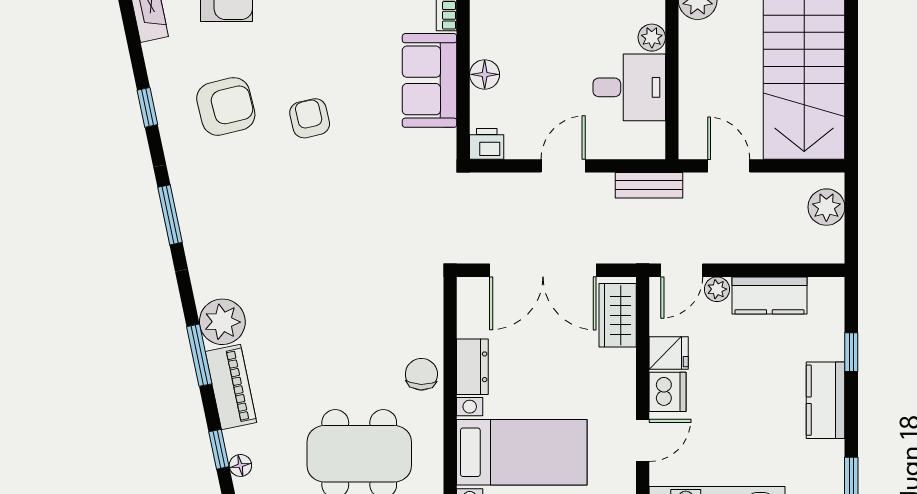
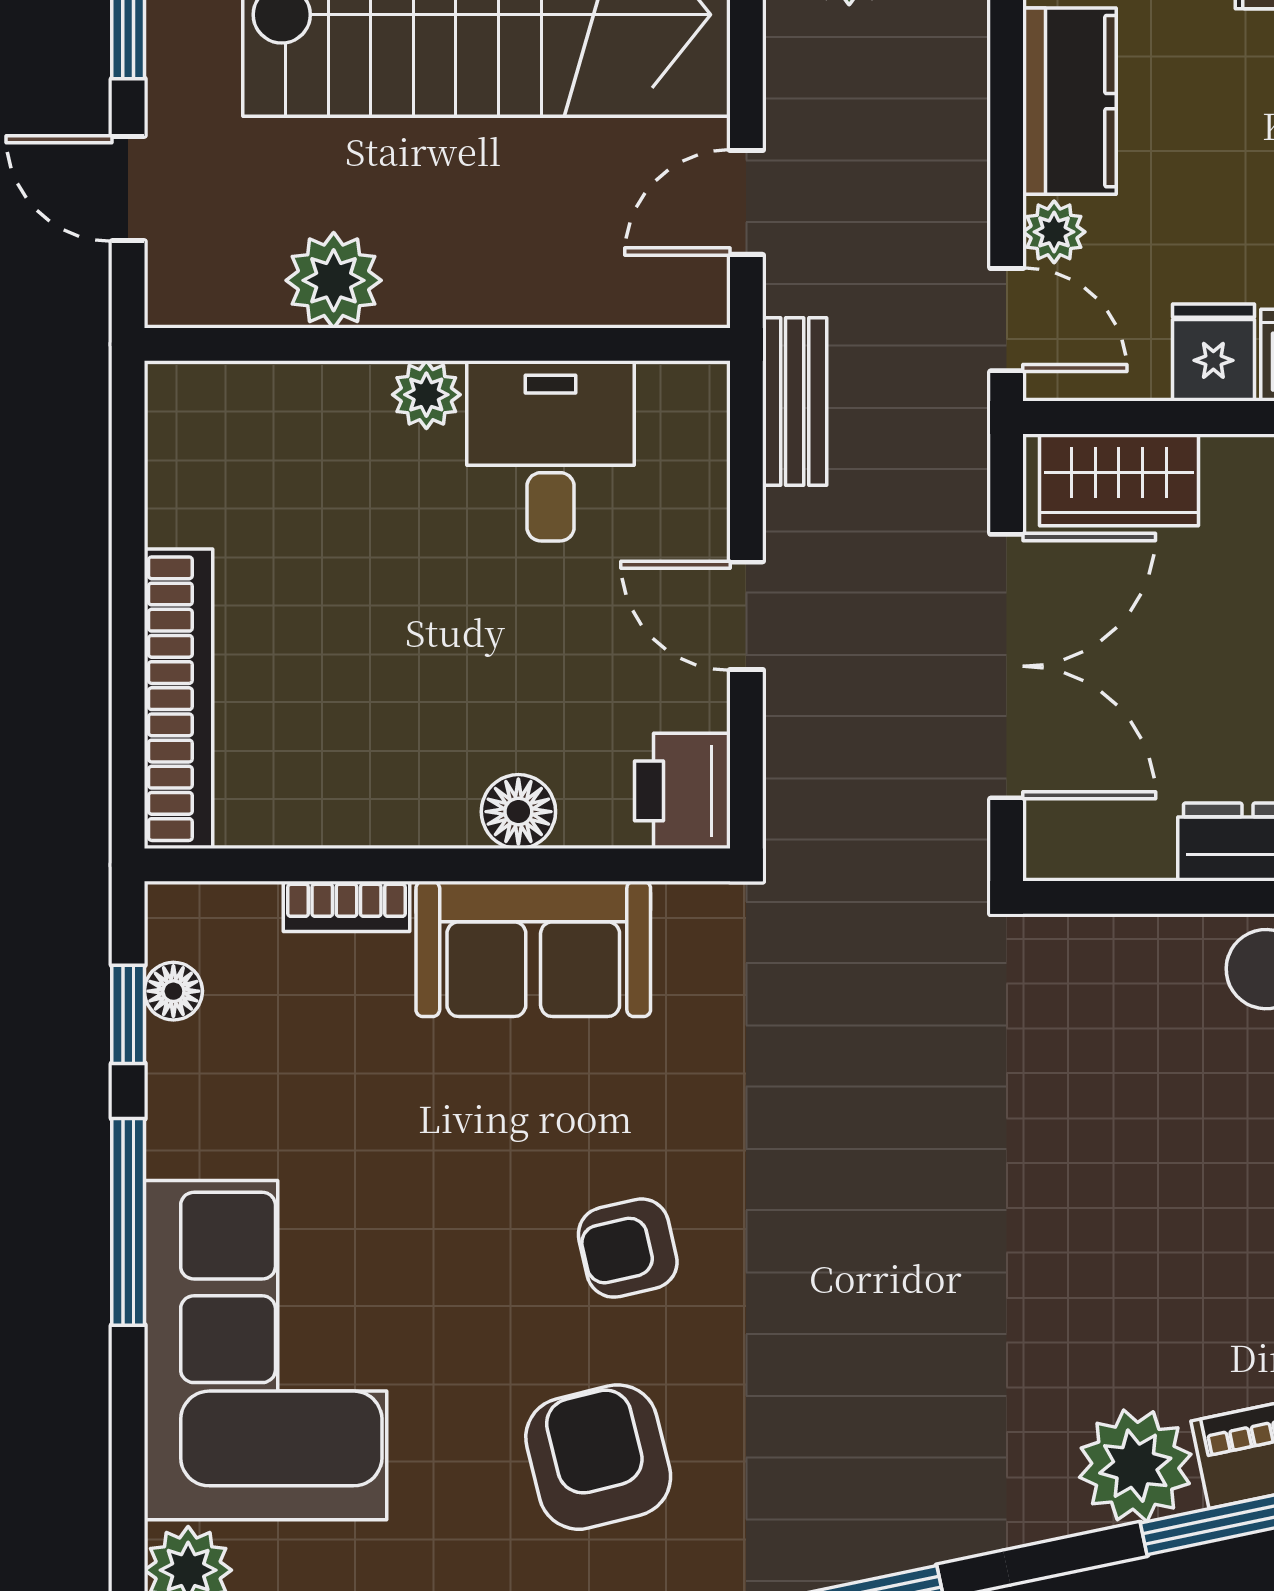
printer: (487, 144) -> (682, 791), width x1.36, depth x1.24

